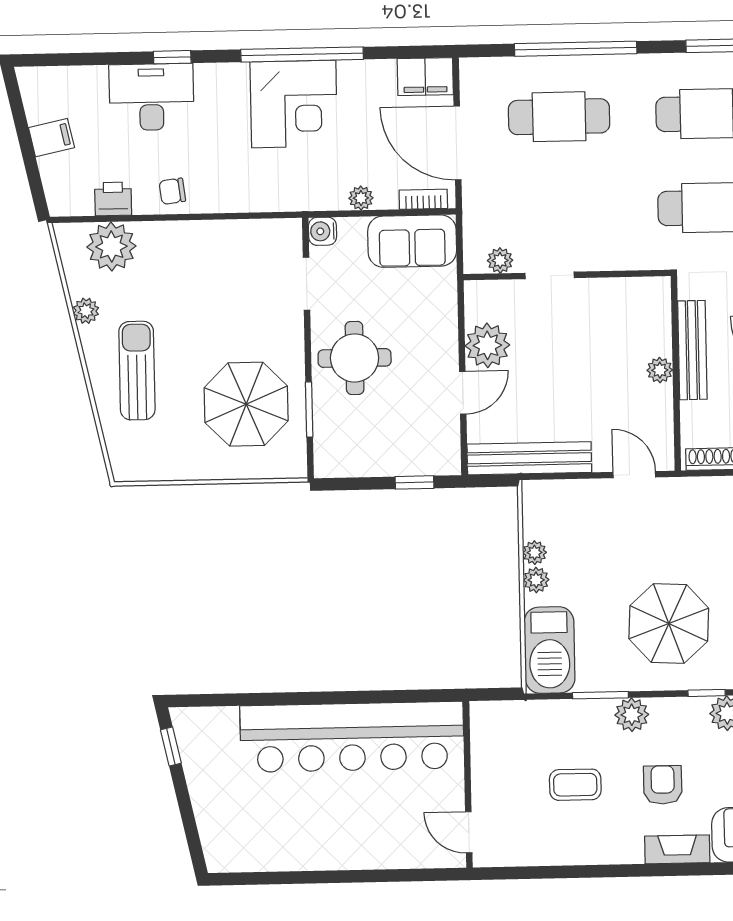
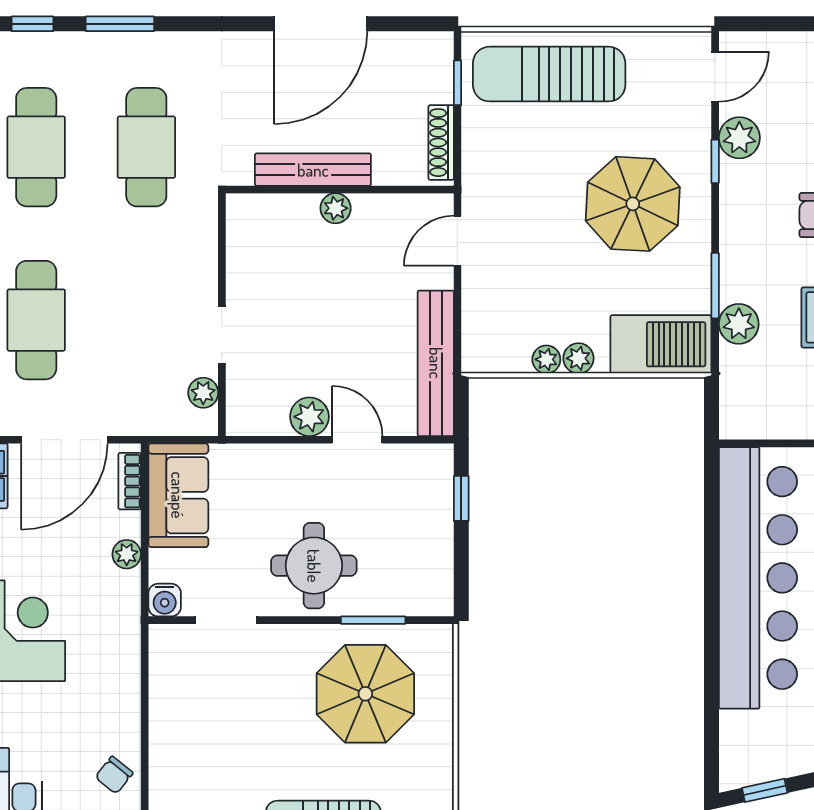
chair: (172, 191) -> (114, 775), turned 46
plant: (487, 345) -> (309, 417), width x0.73, depth x0.73
plant: (632, 715) -> (739, 324), moved

